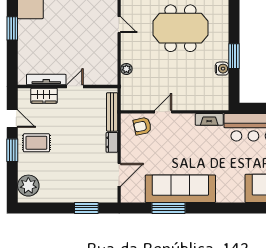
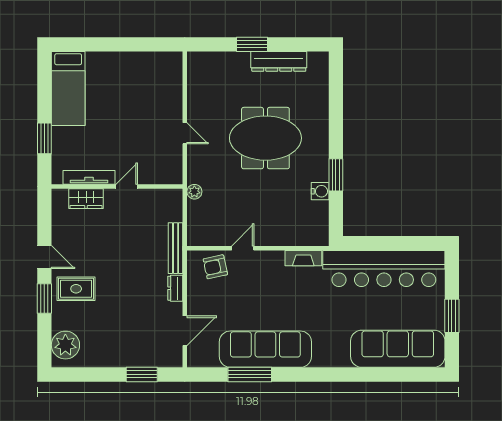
tv unit: (46, 80) -> (89, 177), moved
wall: (68, 86) -> (117, 187), moved
door: (75, 86) -> (127, 187), moved
wardrobe: (44, 96) -> (86, 199), moved

